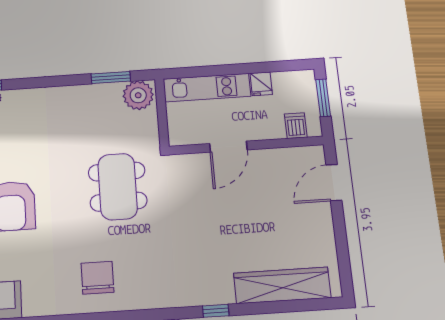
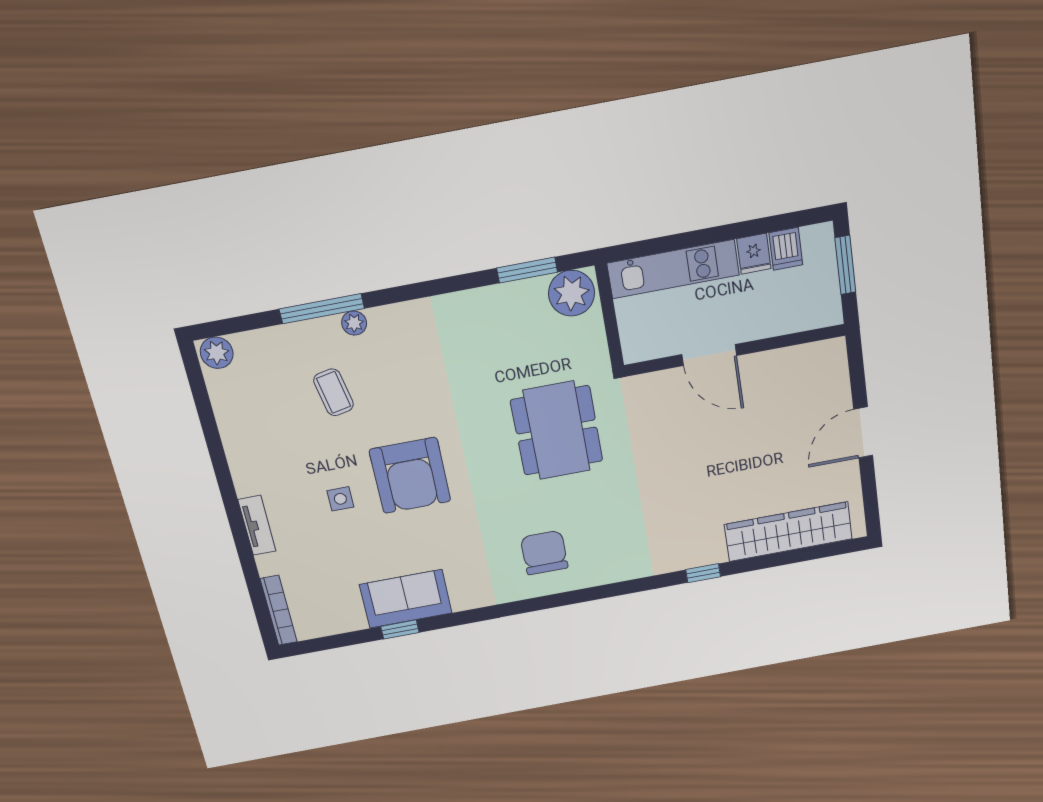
dishwasher: (296, 126) -> (786, 249), moved, turned 180
door: (228, 147) -> (709, 355), hinge flipped
door: (334, 183) -> (863, 432), moved

